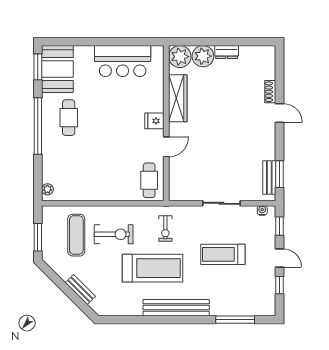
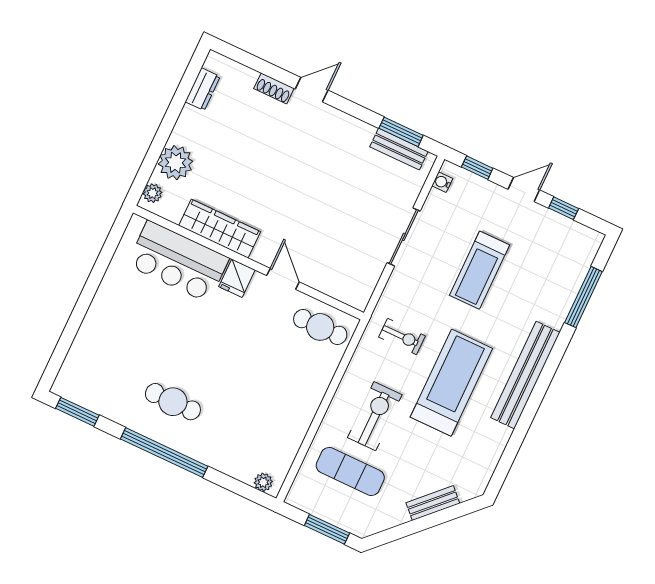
dresser: (227, 52) -> (203, 89), moved
plant: (180, 57) -> (153, 193), width x0.53, depth x0.53
bar counter: (123, 61) -> (178, 261), moved, turned 90
booth: (57, 69) -> (94, 385), removed

